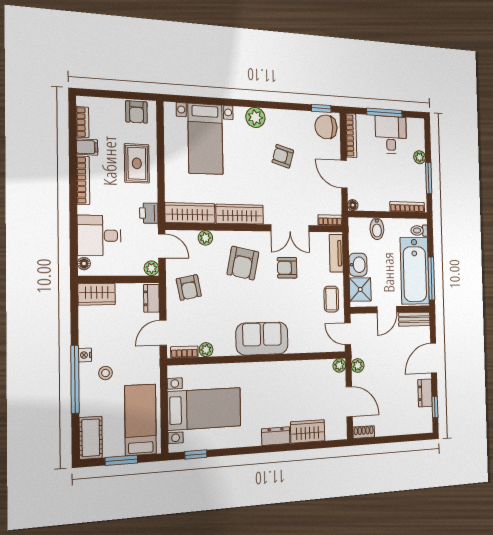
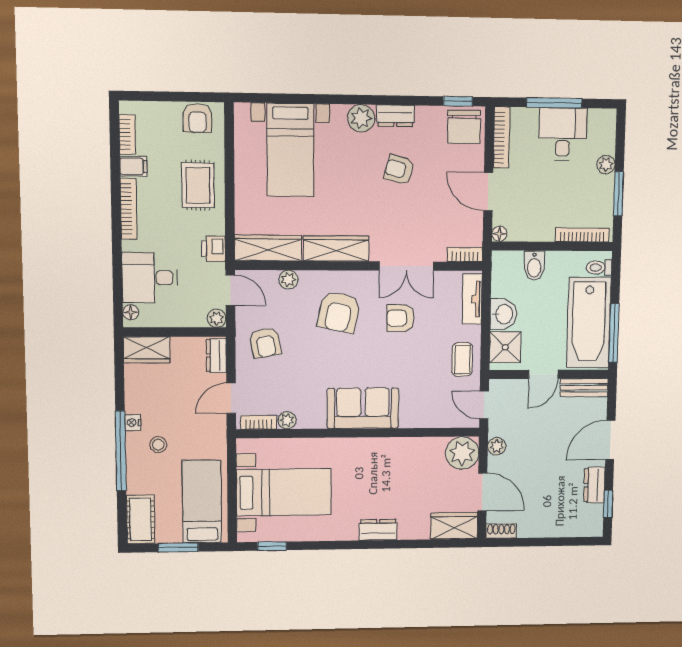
dresser: (279, 117) -> (395, 116), added
chair: (326, 127) -> (464, 127), turned -90
plant: (339, 365) -> (462, 453), width x1.88, depth x1.88
wardrobe: (308, 431) -> (454, 526), moved

